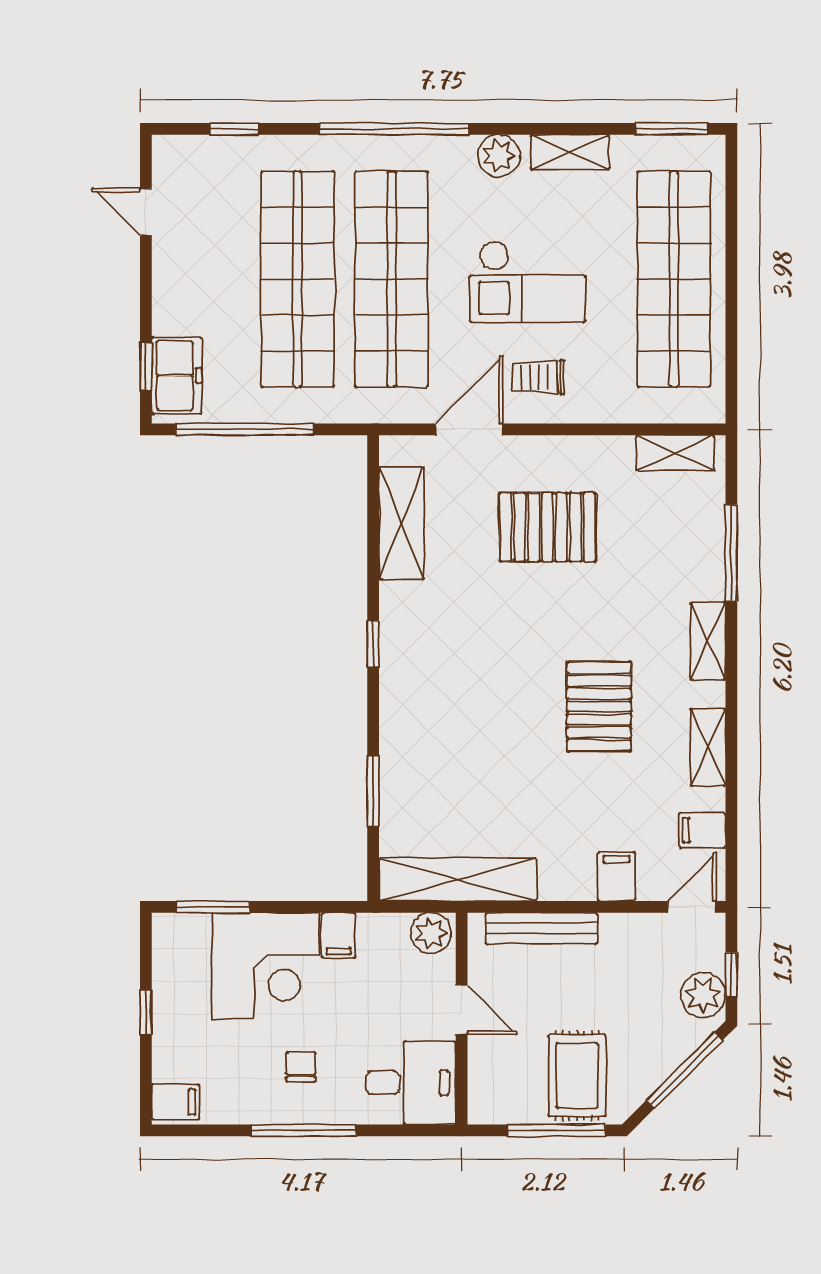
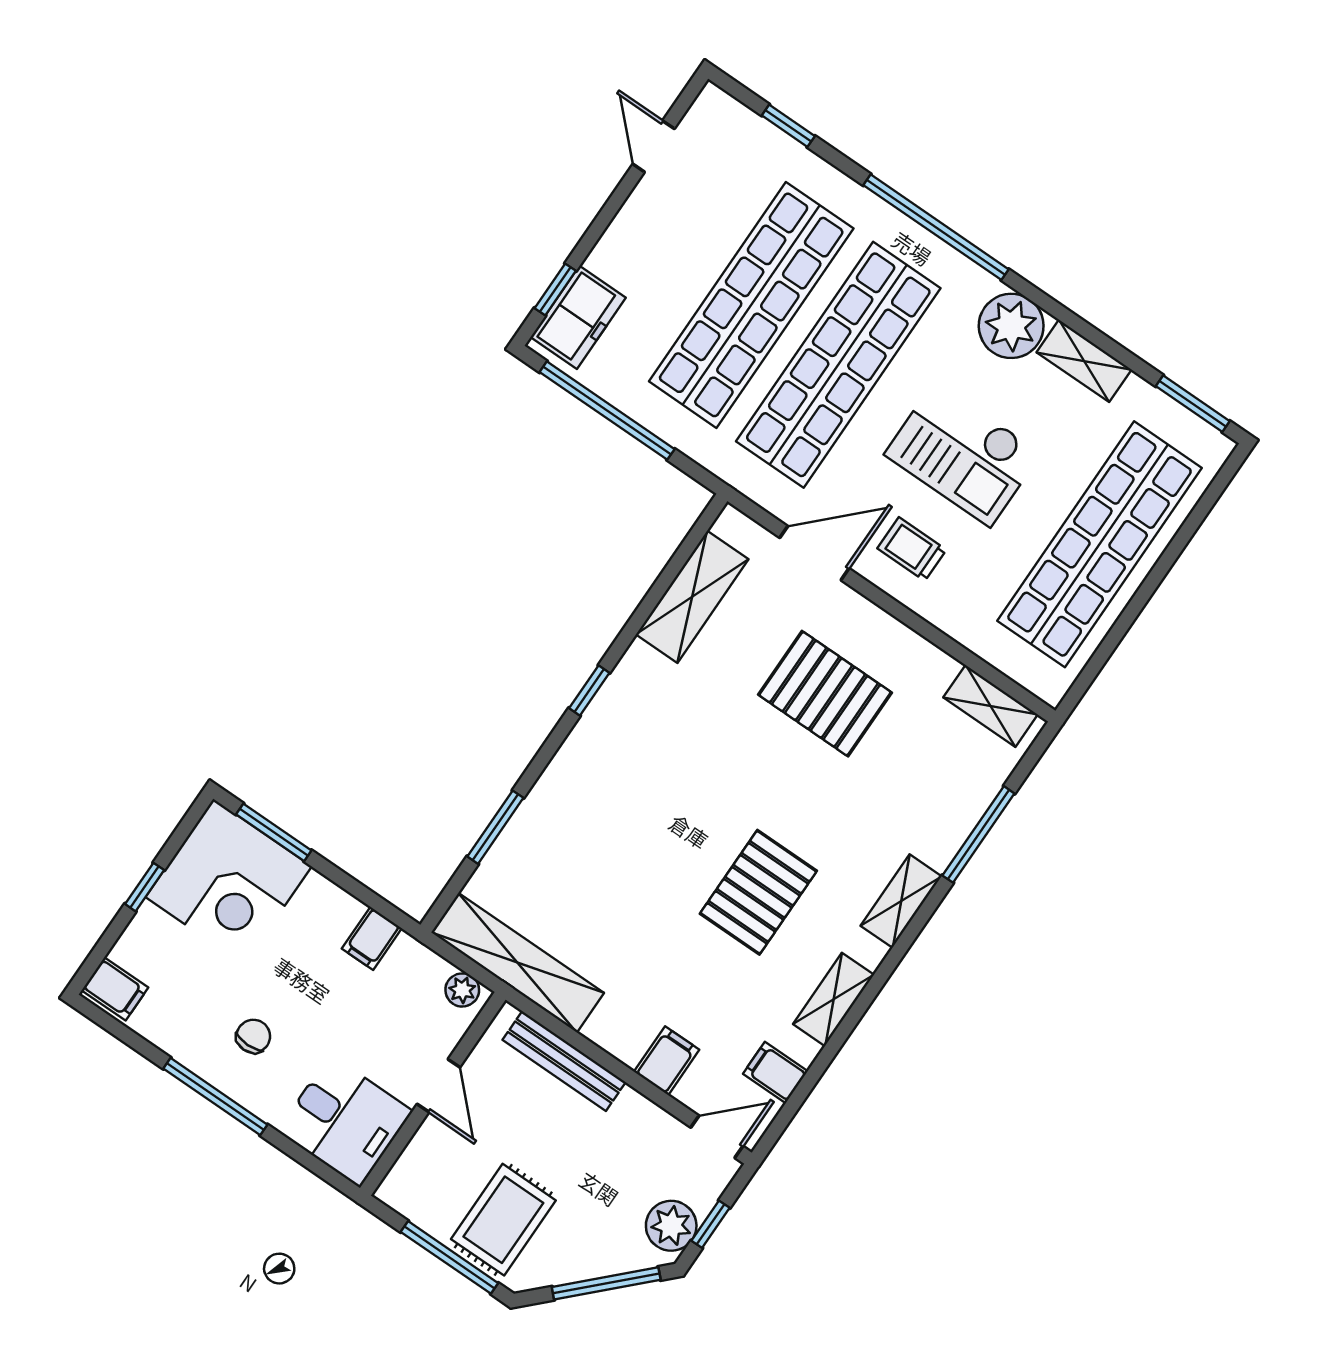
plant: (499, 156) -> (1011, 326), width x1.36, depth x1.36
plant: (431, 933) -> (462, 990), width x0.73, depth x0.73
corner desk: (265, 966) -> (229, 882), moved

